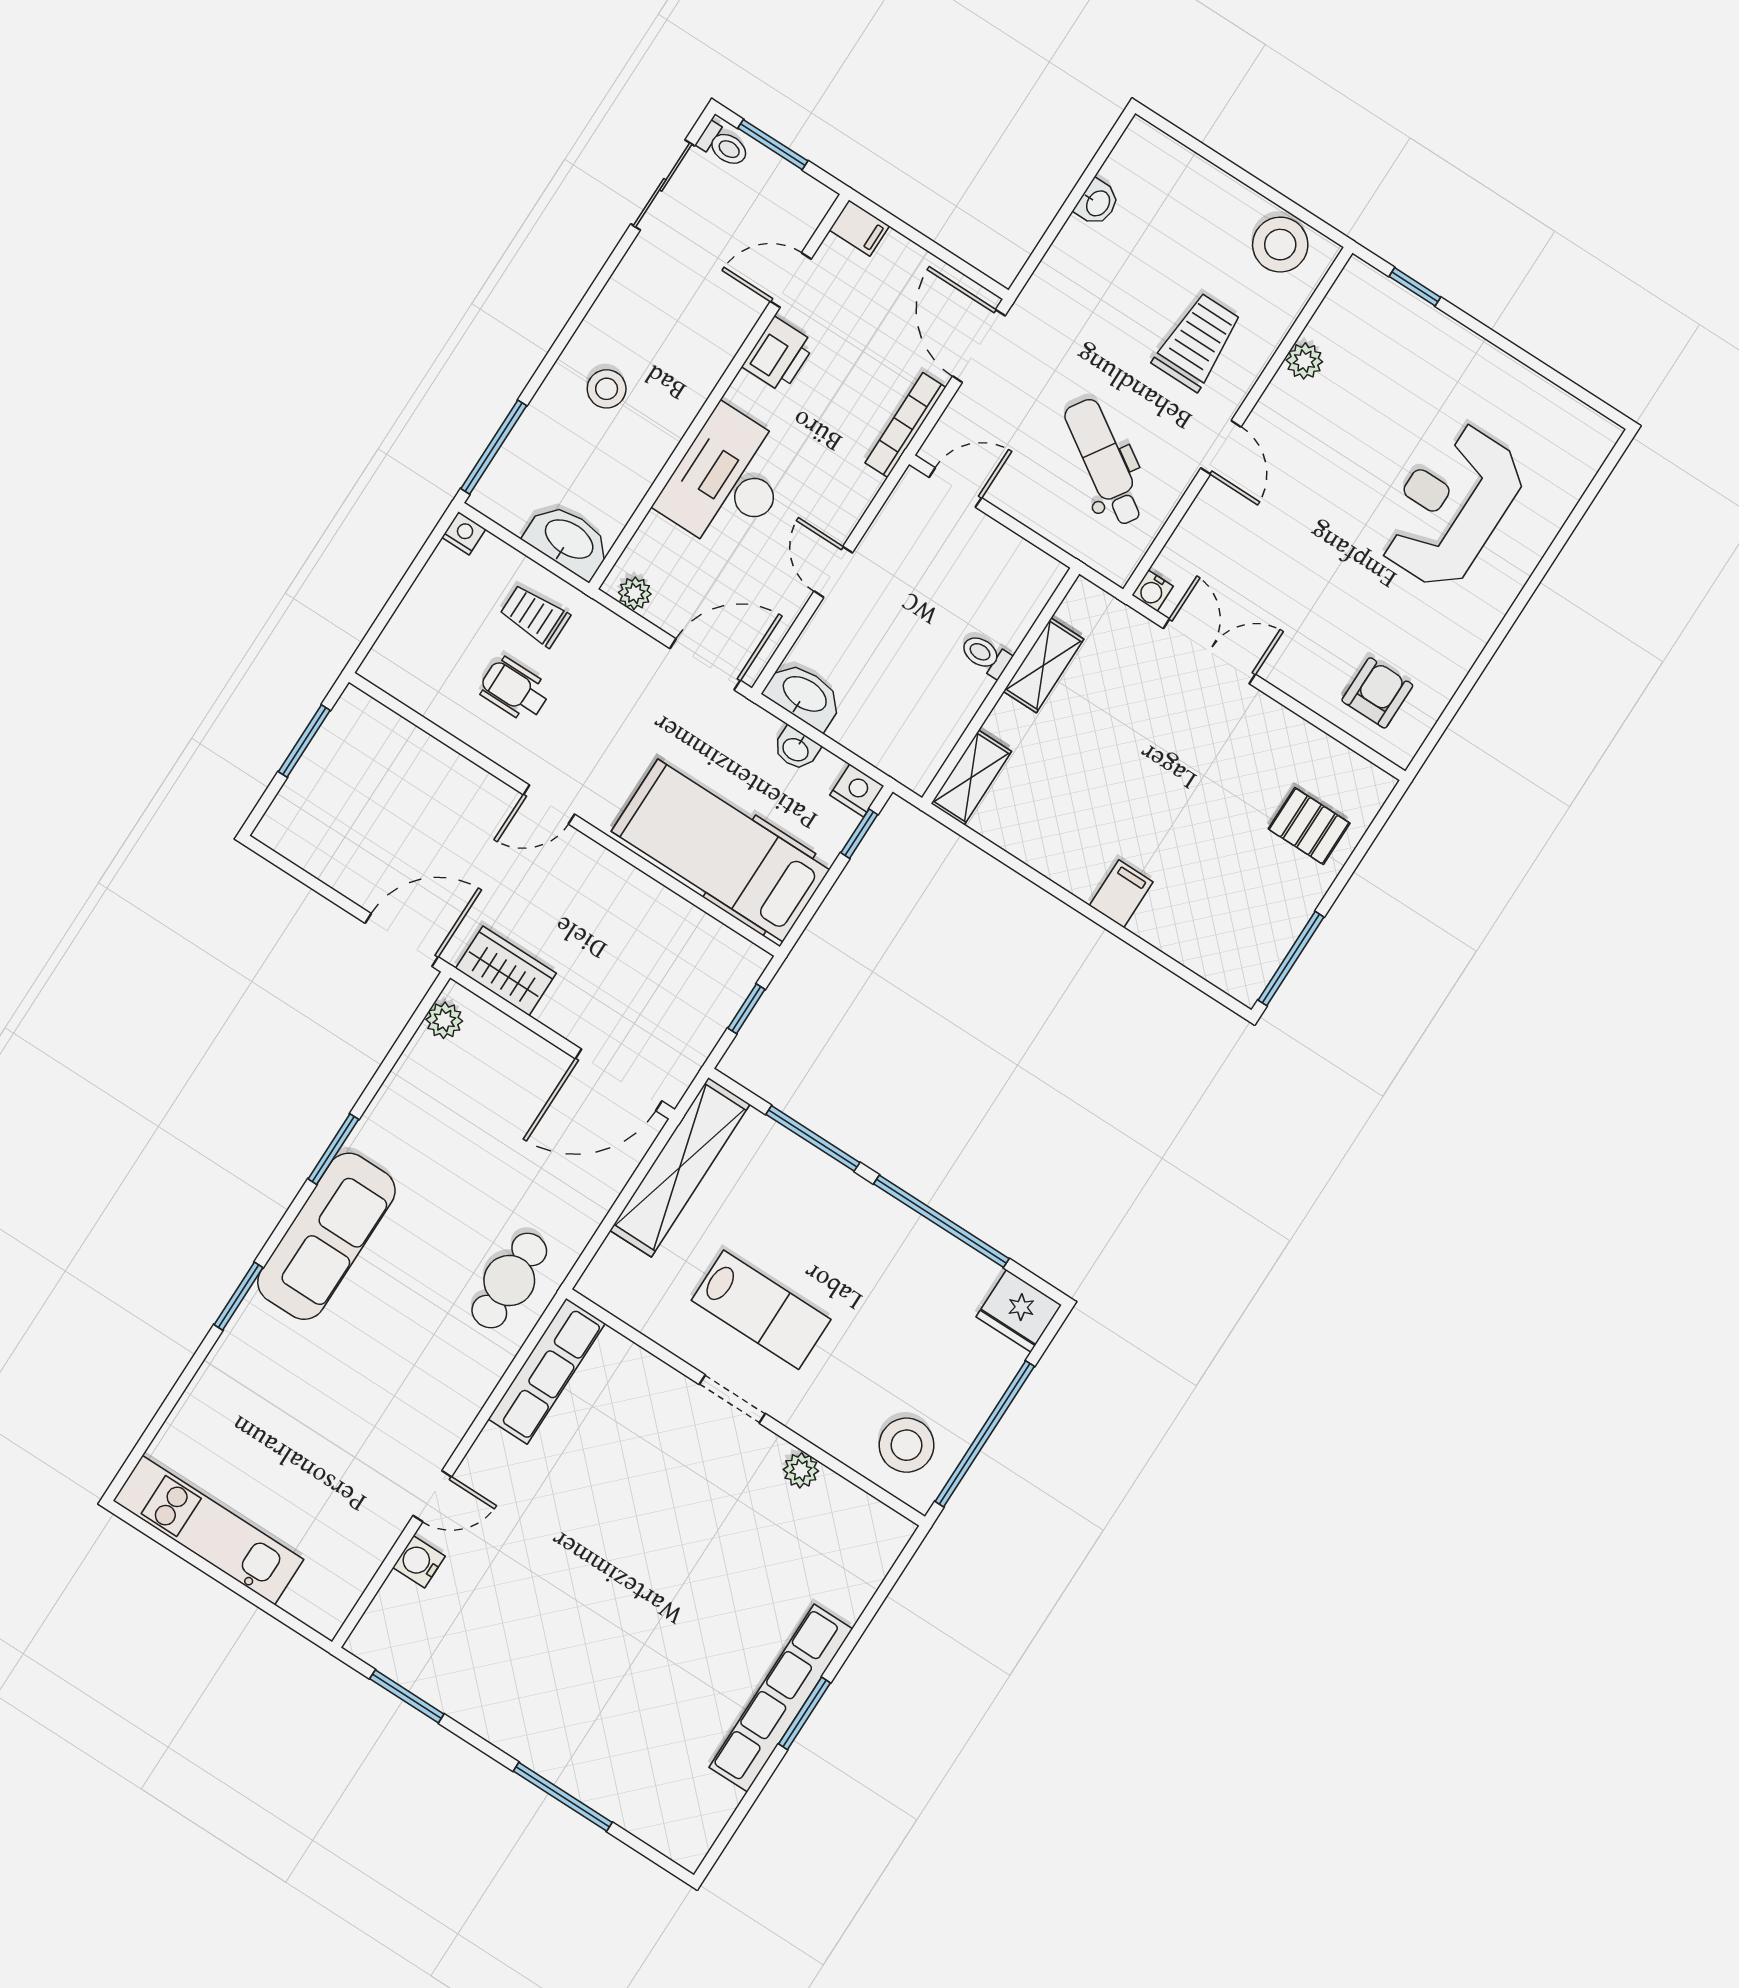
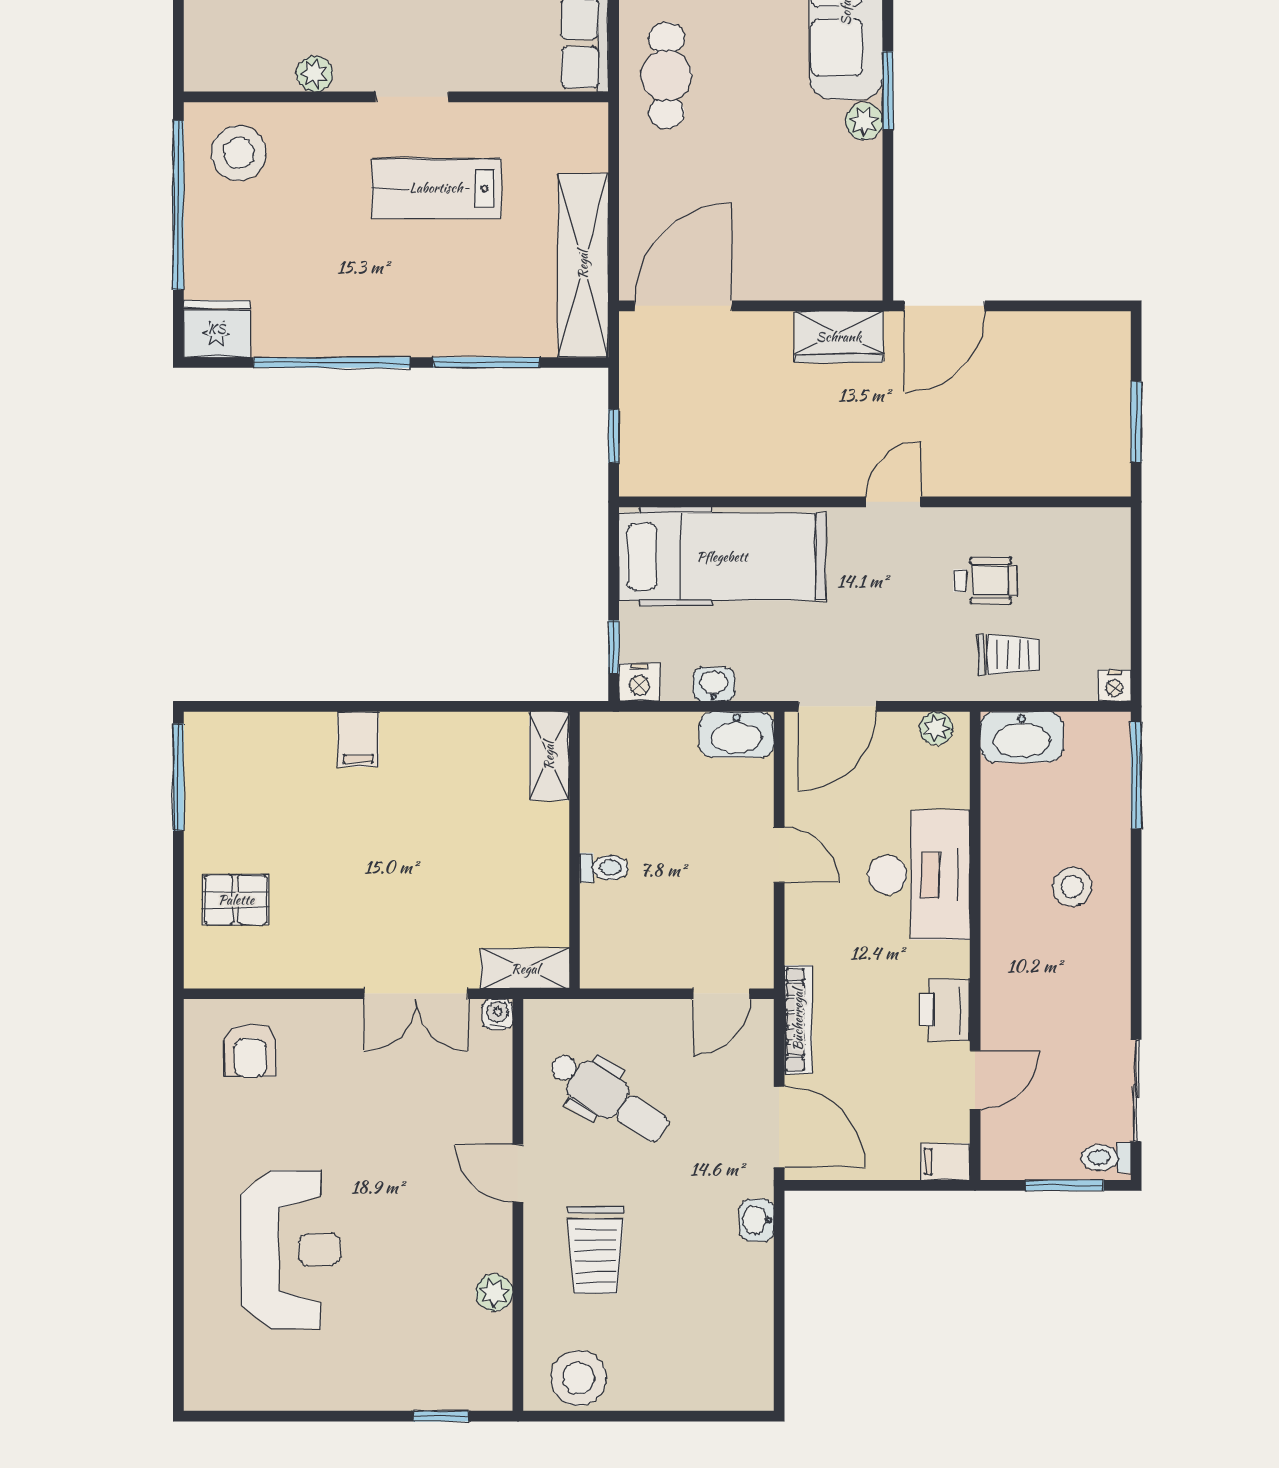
washbasin: (1097, 203) -> (757, 1220), moved
shelving: (1043, 665) -> (525, 969), moved, turned 90
plant: (444, 1020) -> (864, 121), moved

